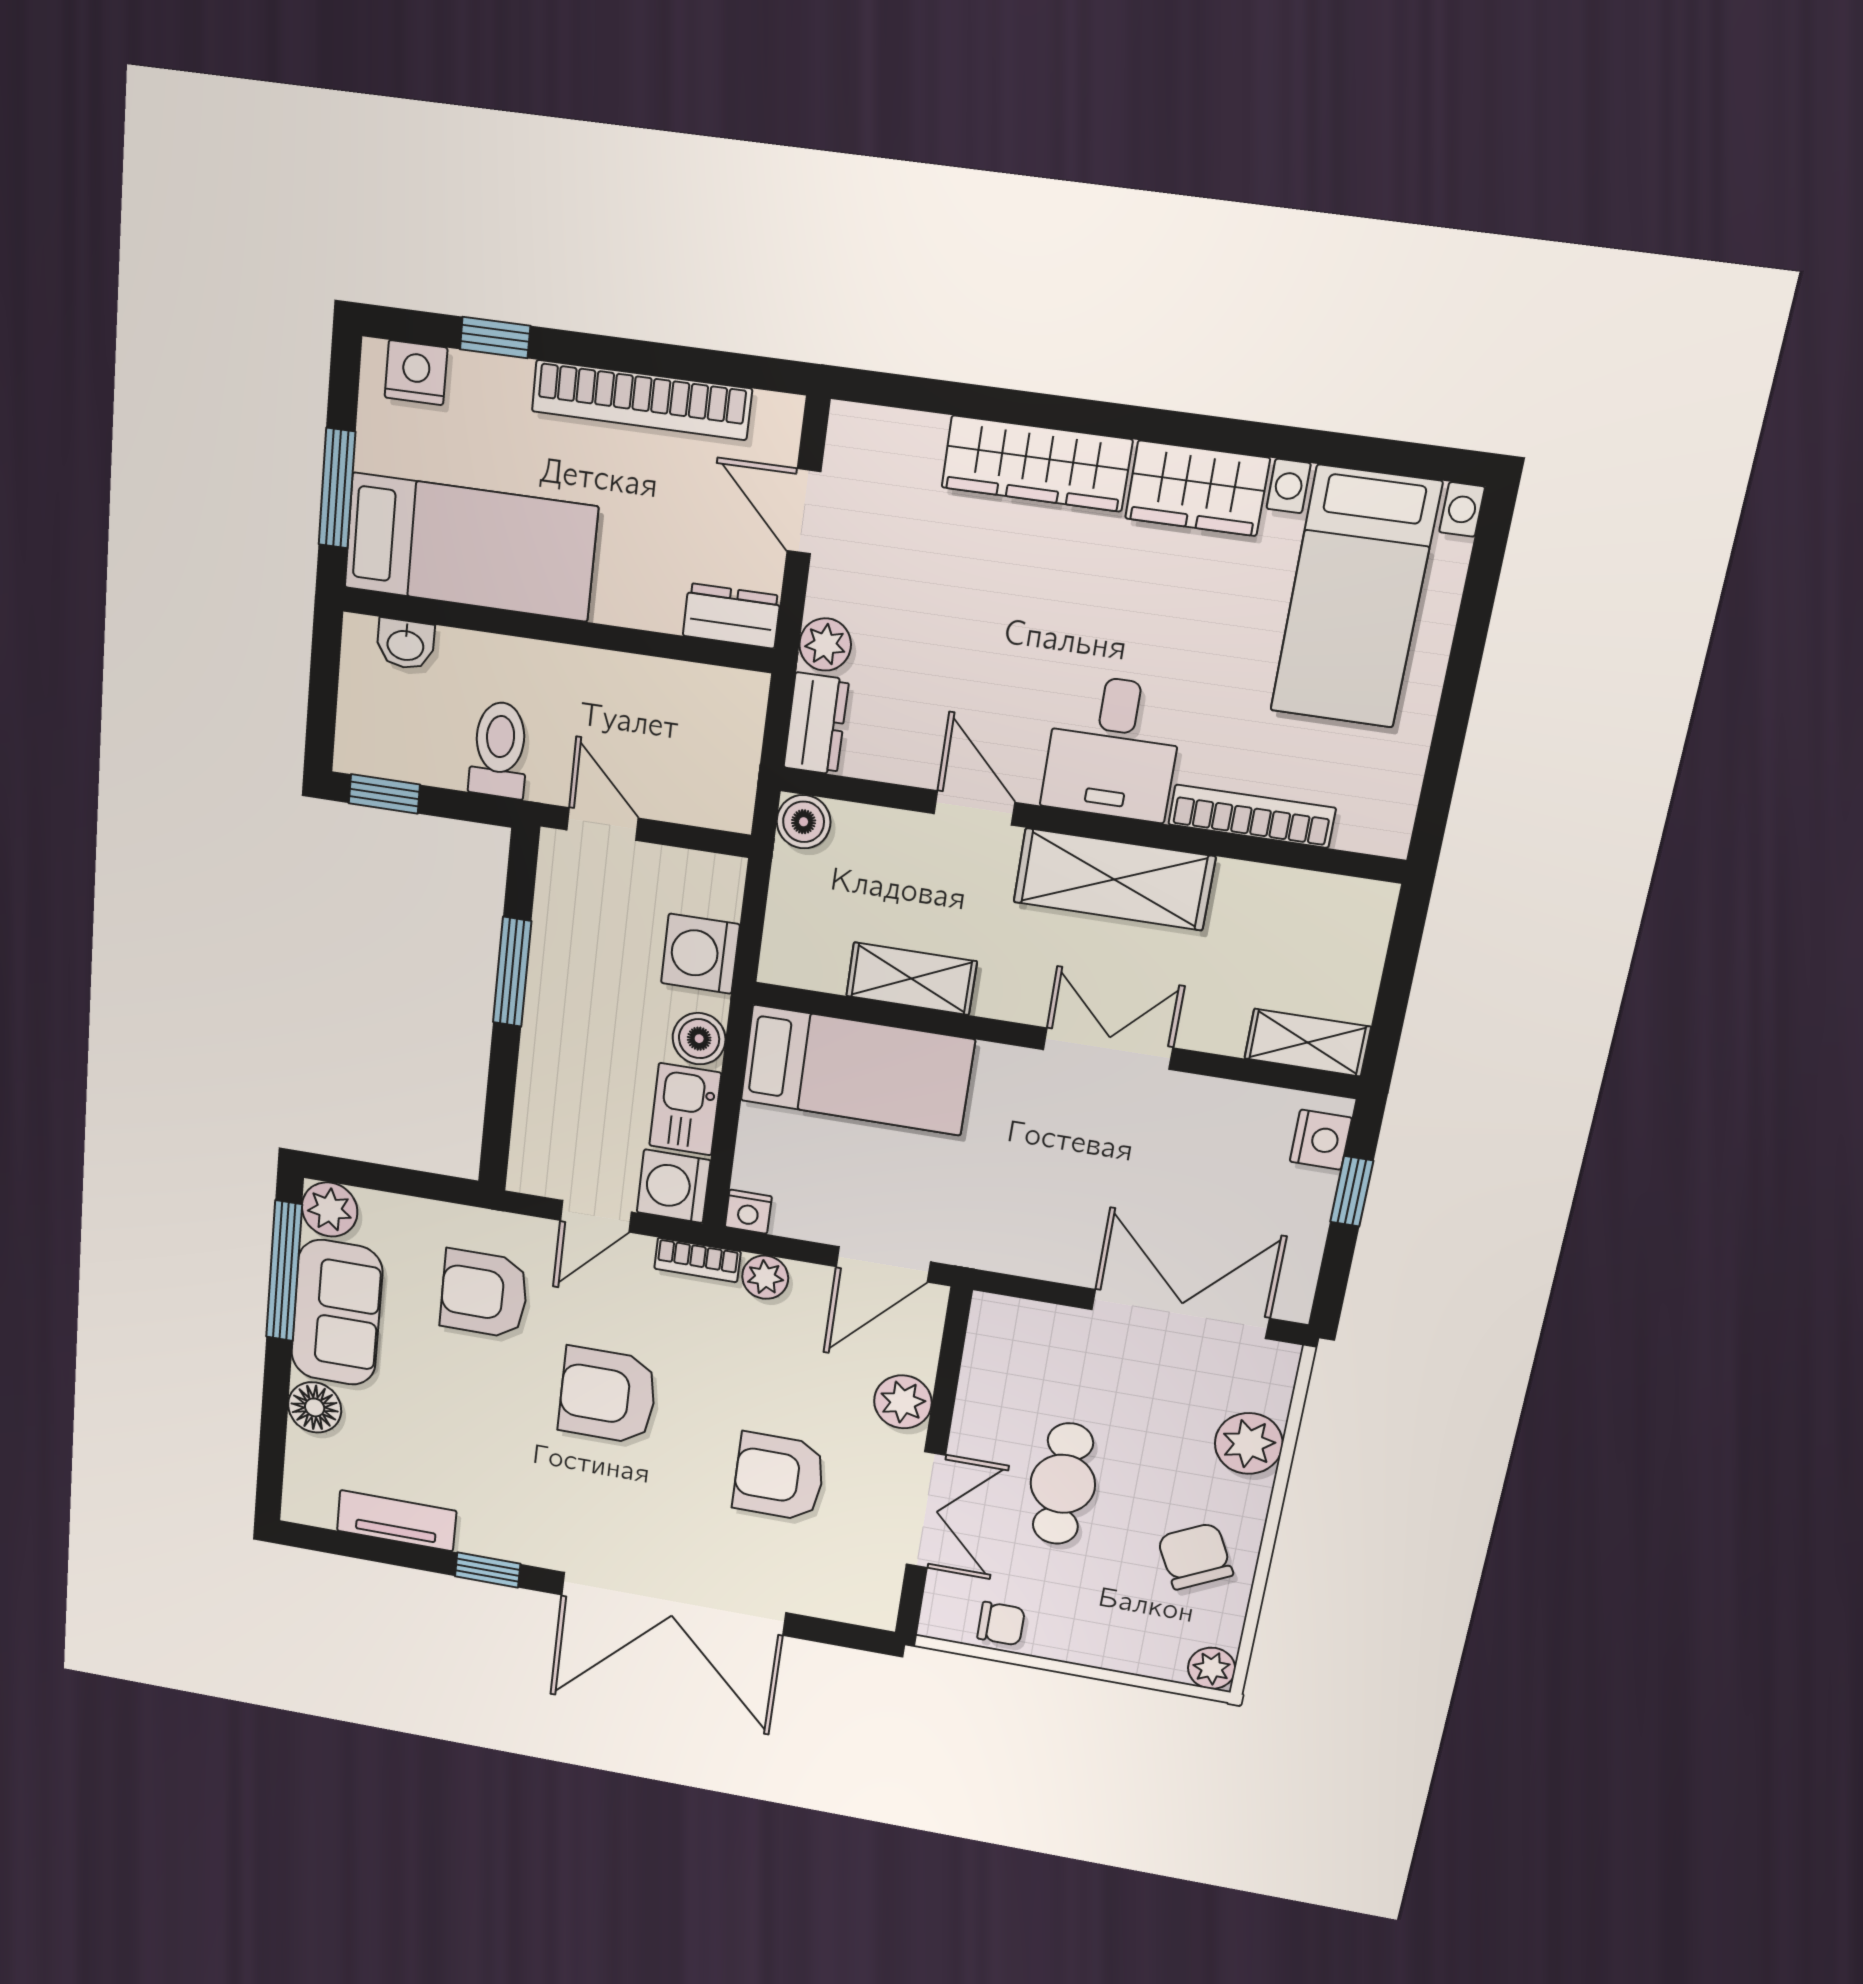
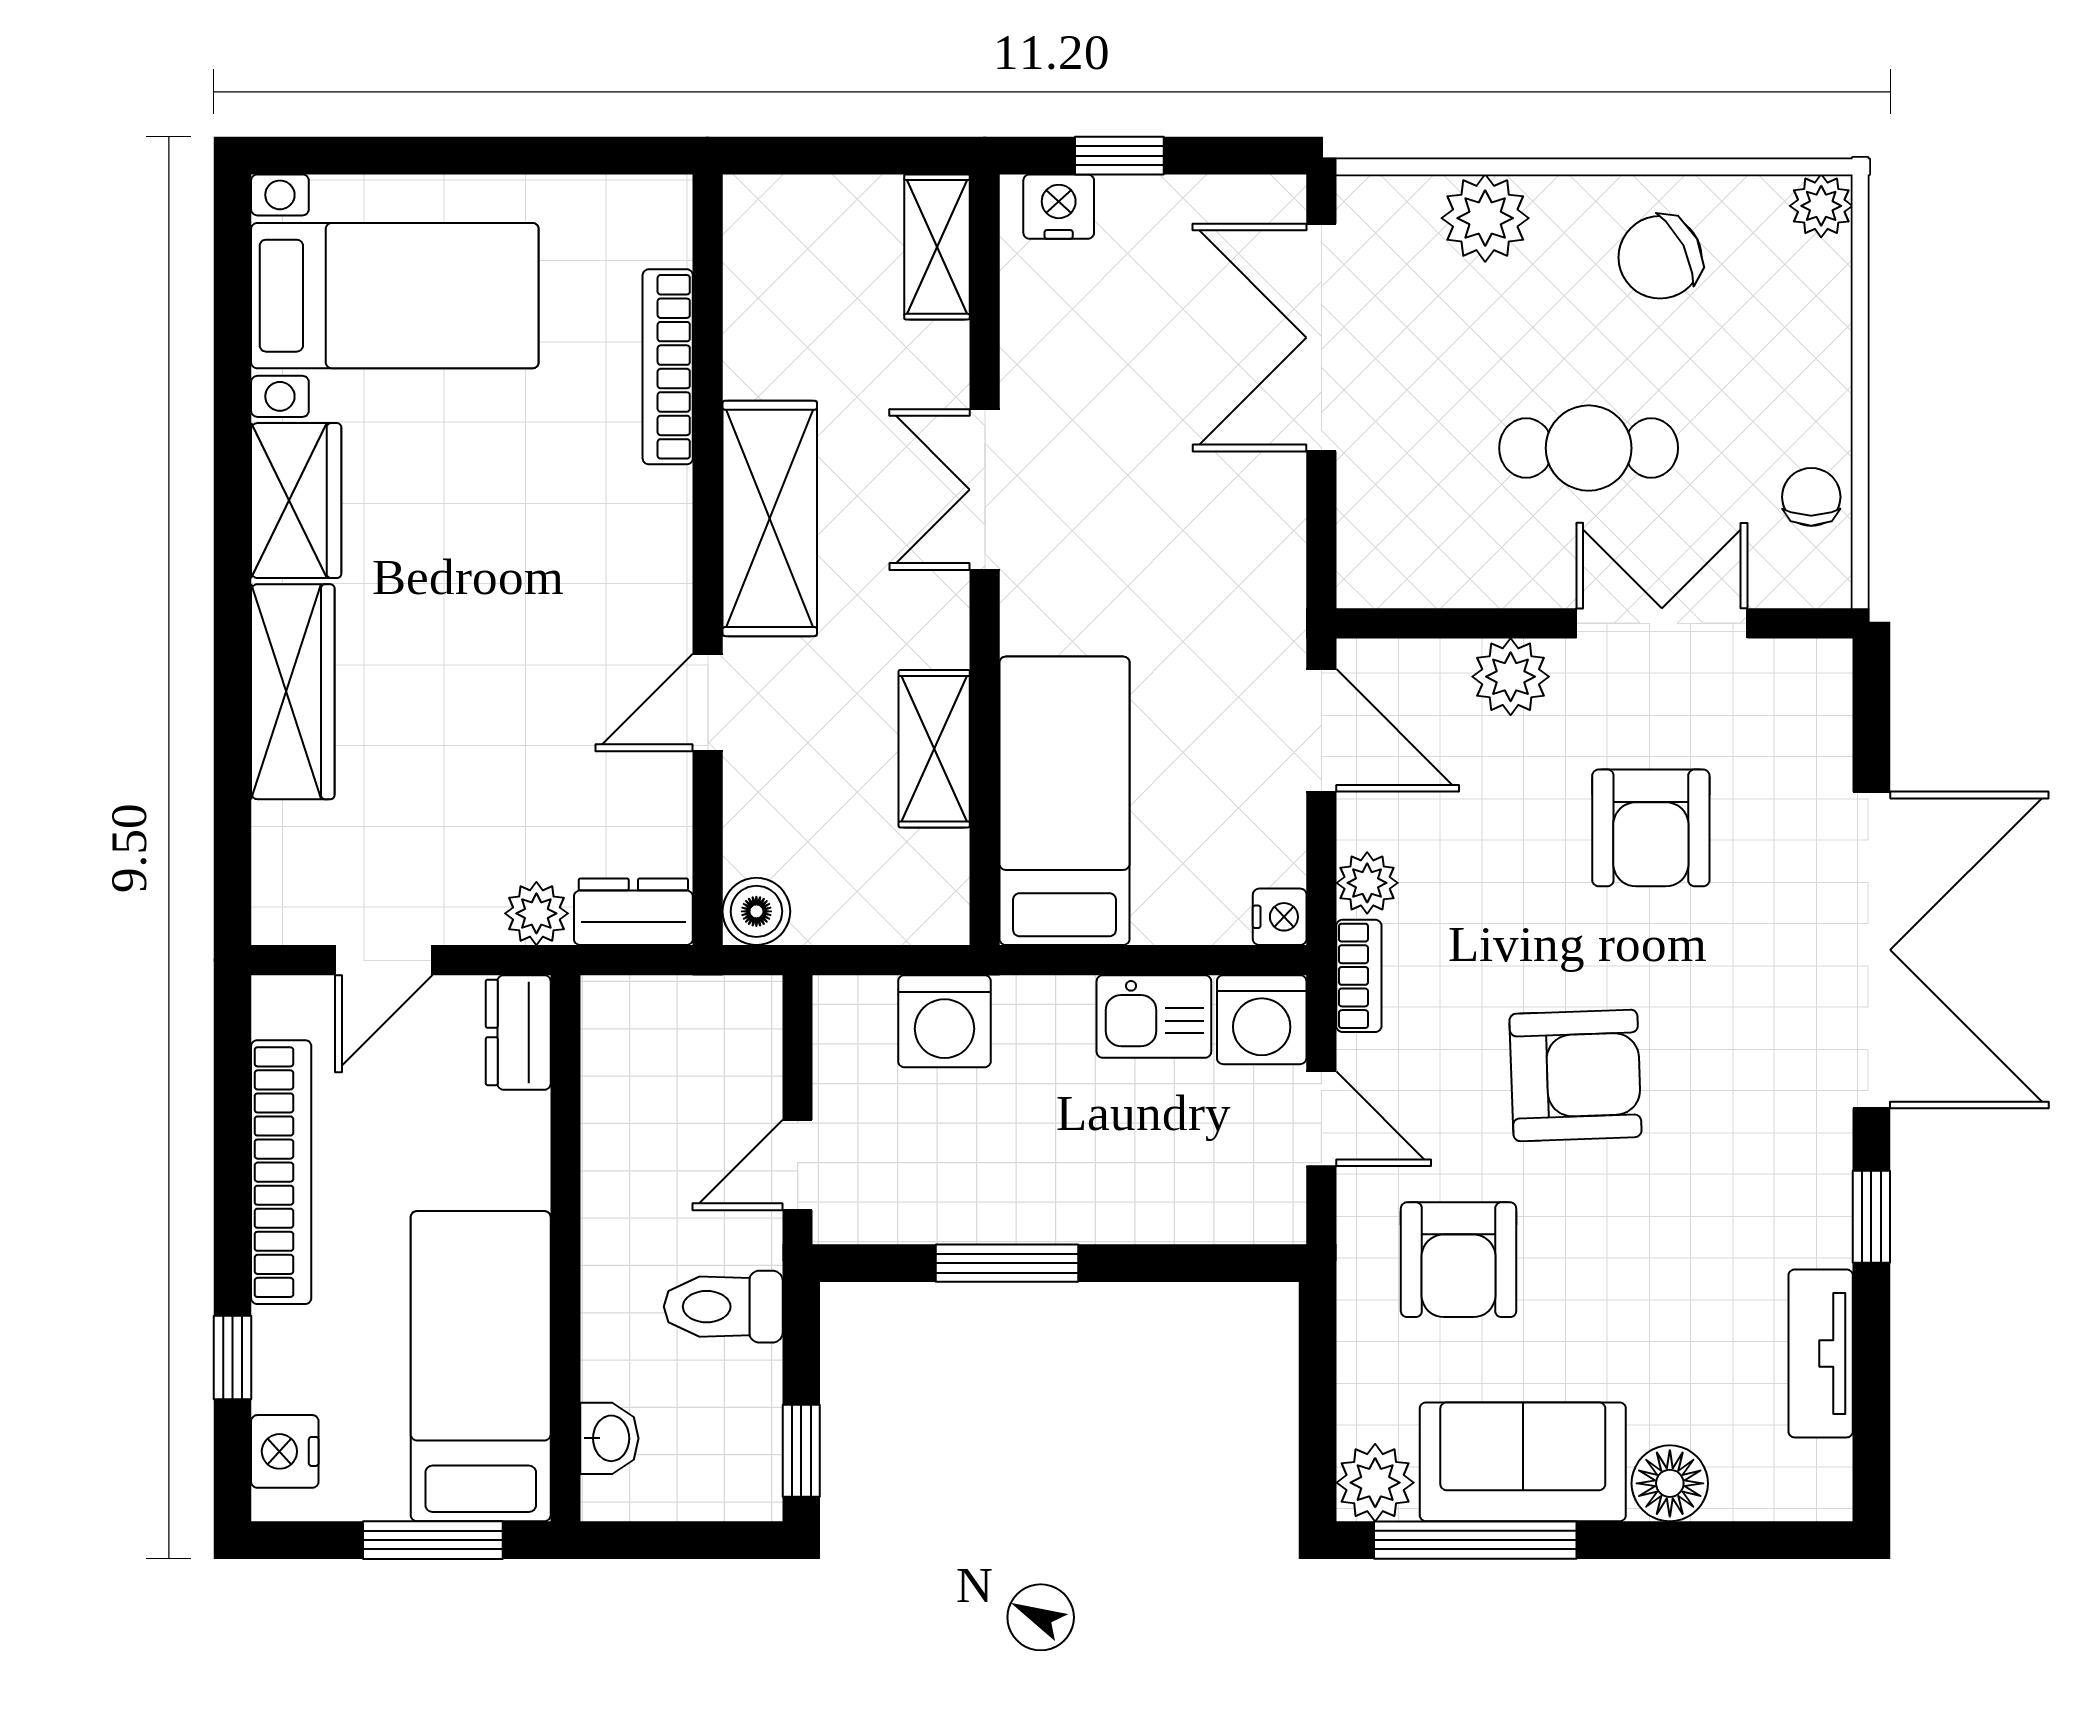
desk: (1113, 748) -> (610, 547), removed
boiler: (699, 1039) -> (1056, 1010), removed
armchair: (608, 1395) -> (1575, 1075), turned -92

